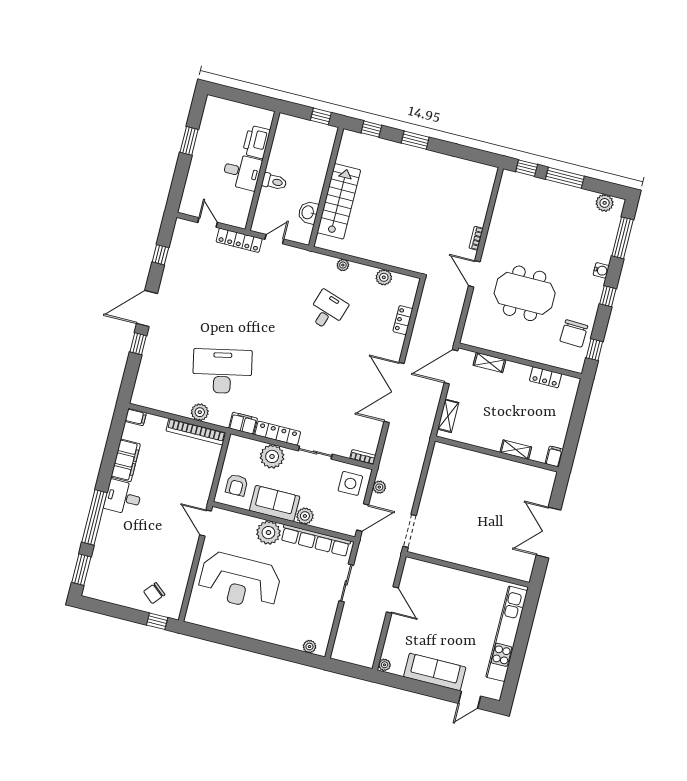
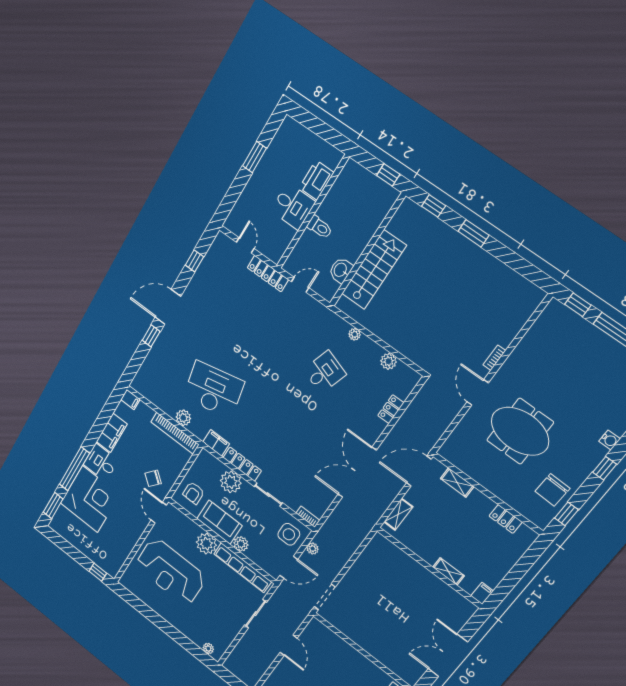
corner desk: (123, 543) -> (90, 499), added
chair: (154, 593) -> (153, 478), moved

